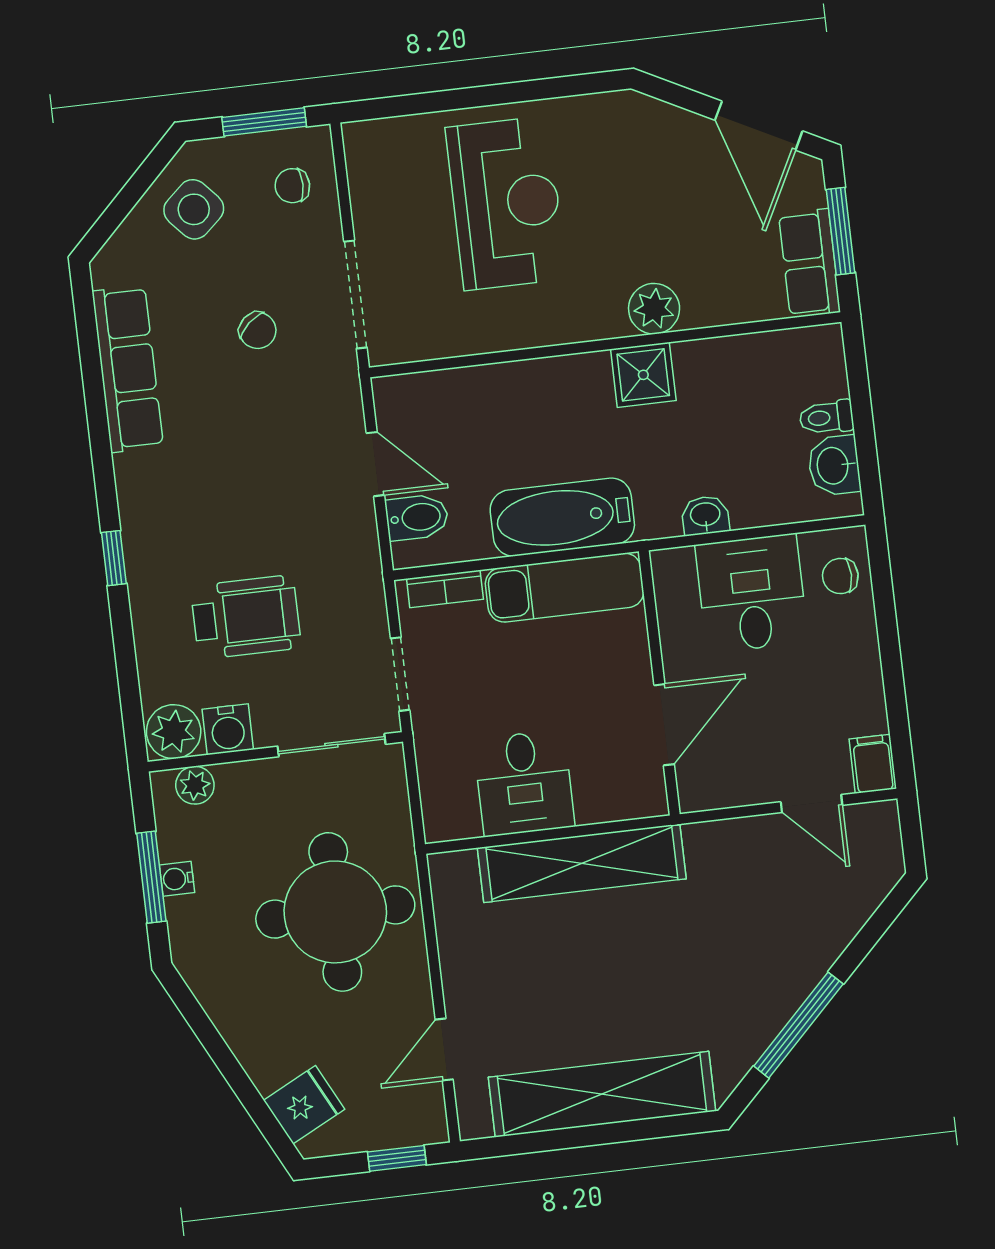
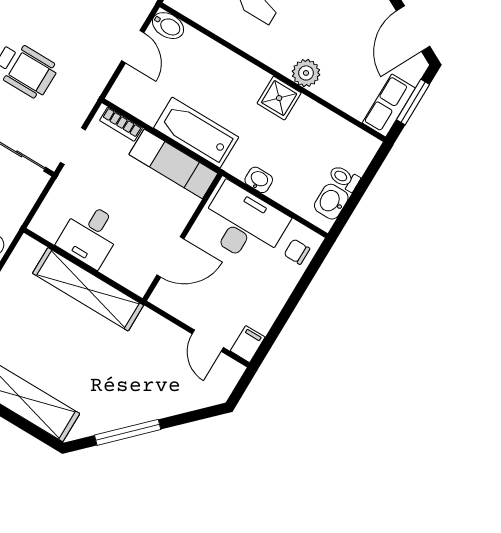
bidet: (417, 517) -> (168, 26), moved
desk: (752, 593) -> (244, 224), width x1.37

